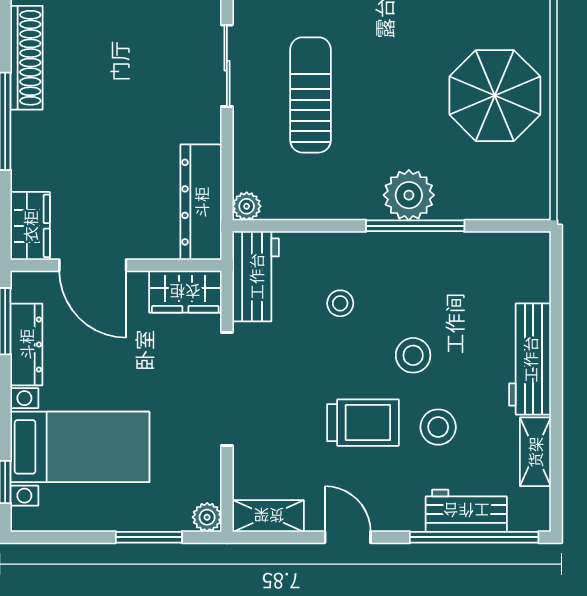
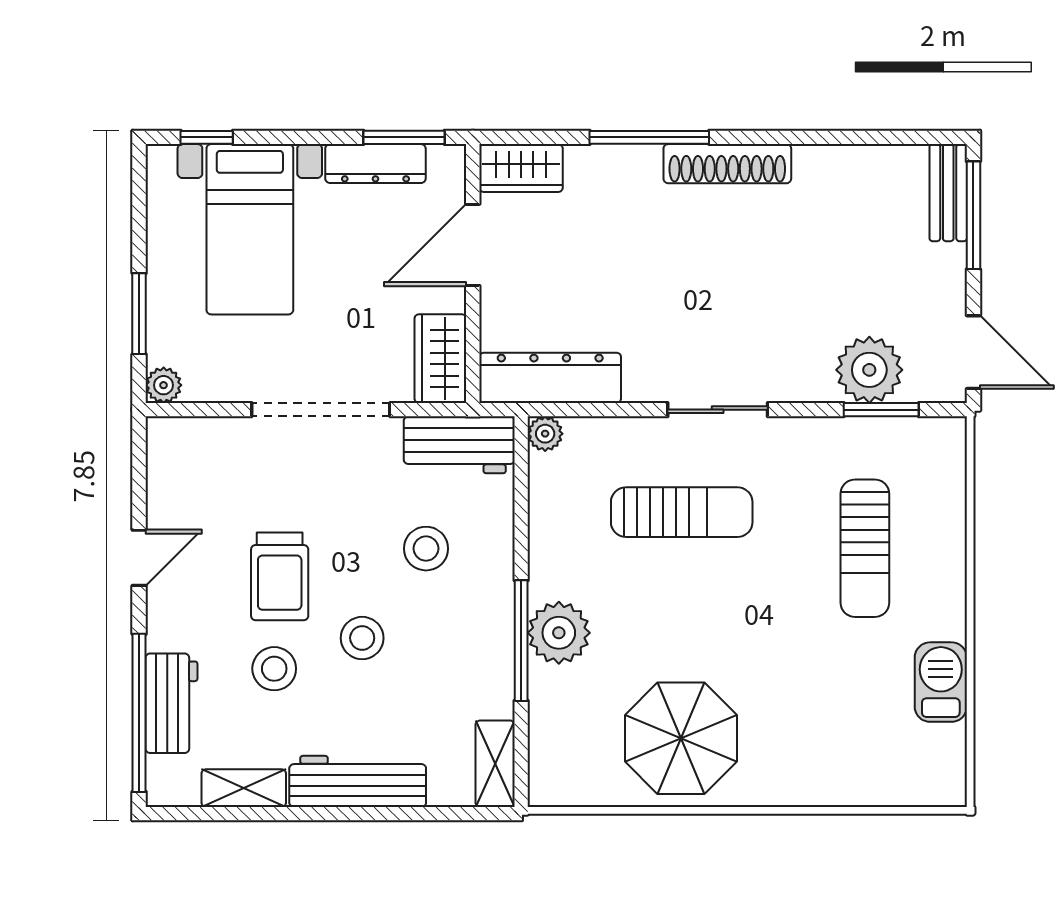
stool: (340, 303) -> (426, 549), width x1.37, depth x1.37
shelving: (269, 516) -> (495, 764), moved

